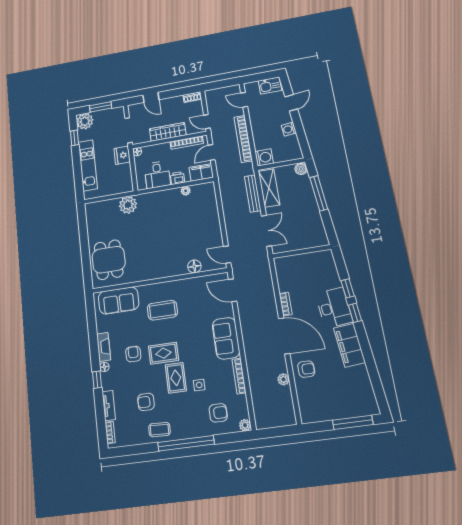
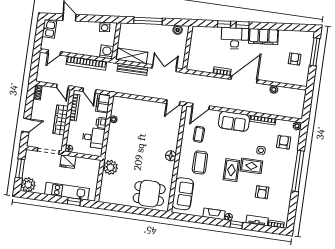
door: (207, 122) -> (63, 87), hinge flipped
washing machine: (289, 129) -> (105, 27), moved
window: (74, 138) -> (74, 202), moved
boiler: (301, 169) -> (178, 30), moved
floor lamp: (194, 266) -> (171, 156), moved
armchair: (133, 354) -> (226, 193), removed
armchair: (306, 369) -> (295, 59), moved
coffee table: (159, 430) -> (199, 134), moved

